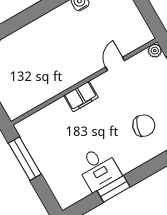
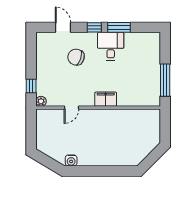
desk: (98, 169) -> (111, 46), moved
window: (142, 172) -> (94, 27), added

